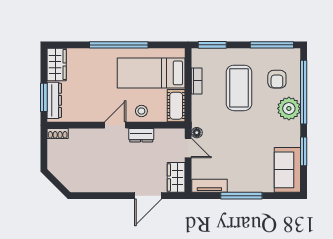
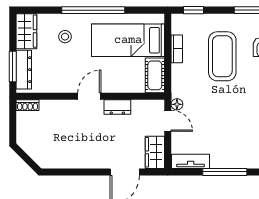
window: (212, 45) -> (194, 10), width x0.67
stool: (141, 111) -> (65, 37), moved

